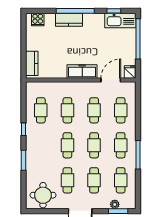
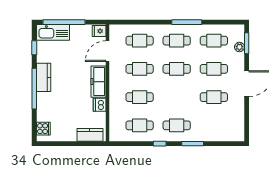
kitchen counter: (69, 20) -> (44, 77), moved
kitchen sink: (120, 20) -> (53, 32), moved, turned 90
dishwasher: (60, 73) -> (100, 105), added
door: (111, 80) -> (107, 51), hinge flipped
cafe table: (67, 145) -> (177, 125), moved
round table: (43, 195) -> (230, 123), removed

